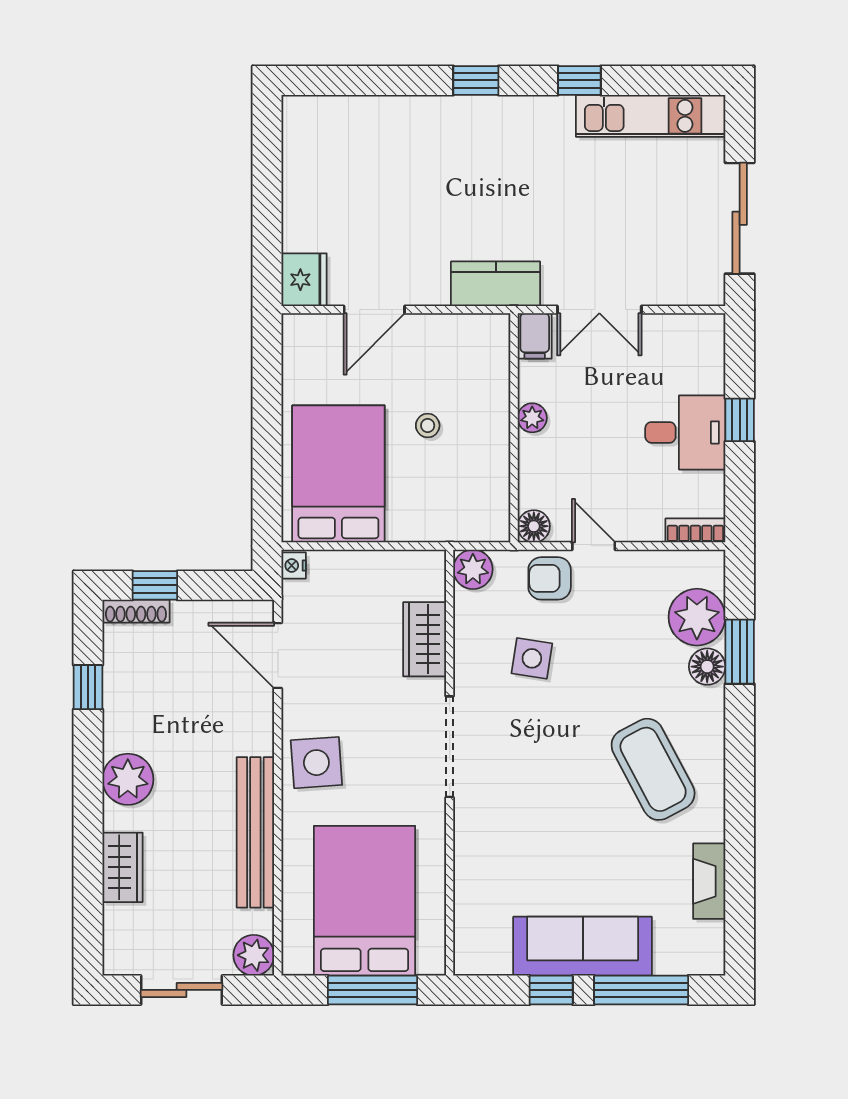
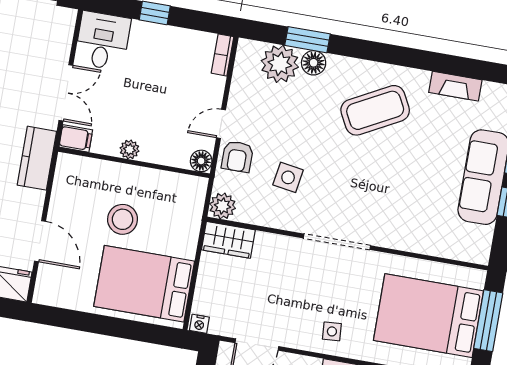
stool: (428, 425) -> (123, 219), width x1.89, depth x1.89
desk: (685, 432) -> (103, 41), moved
wardrobe: (425, 639) -> (228, 240), moved
side table: (316, 763) -> (332, 331), width x0.54, depth x0.54

